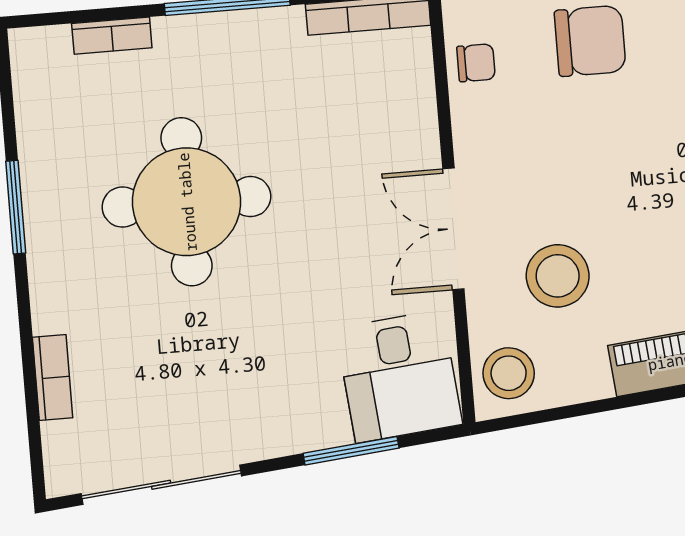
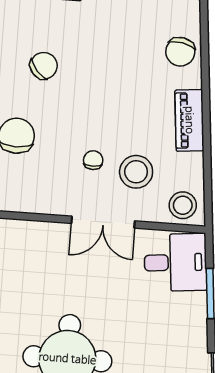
chair: (476, 63) -> (93, 160), moved

